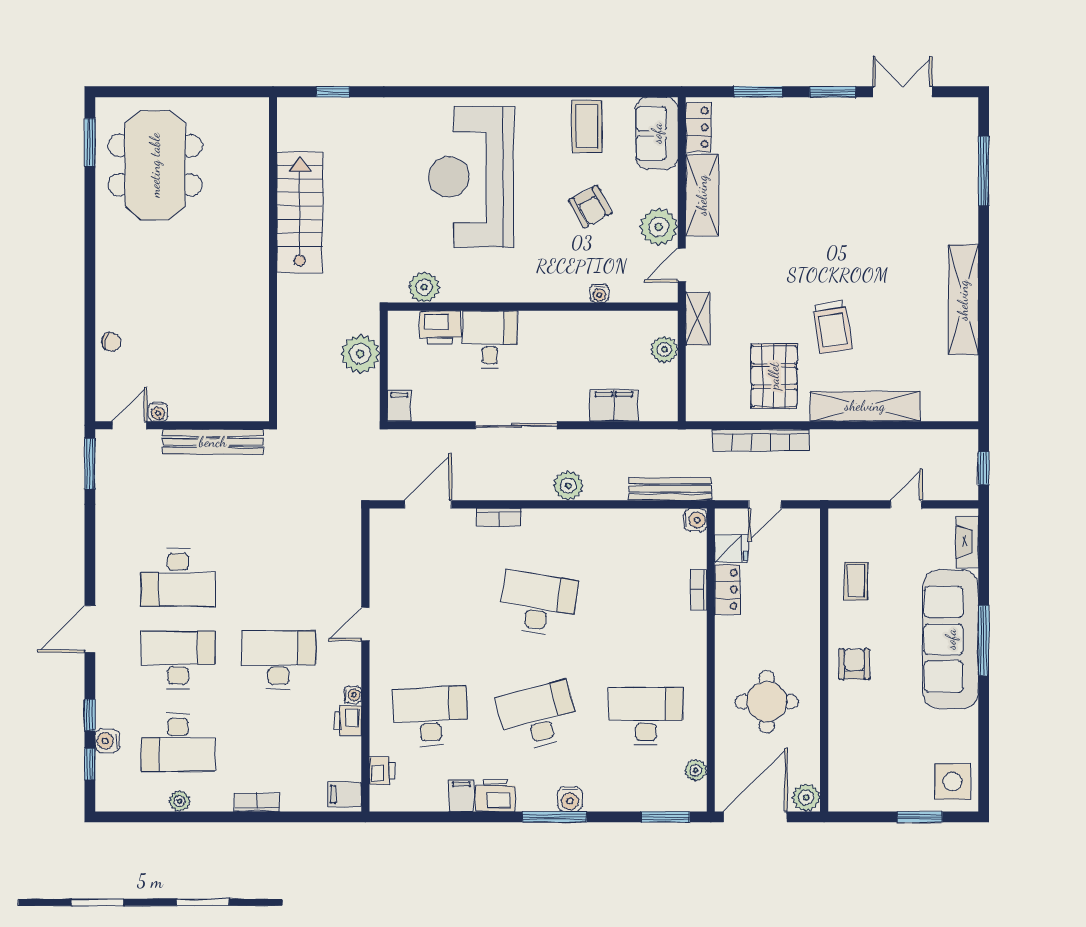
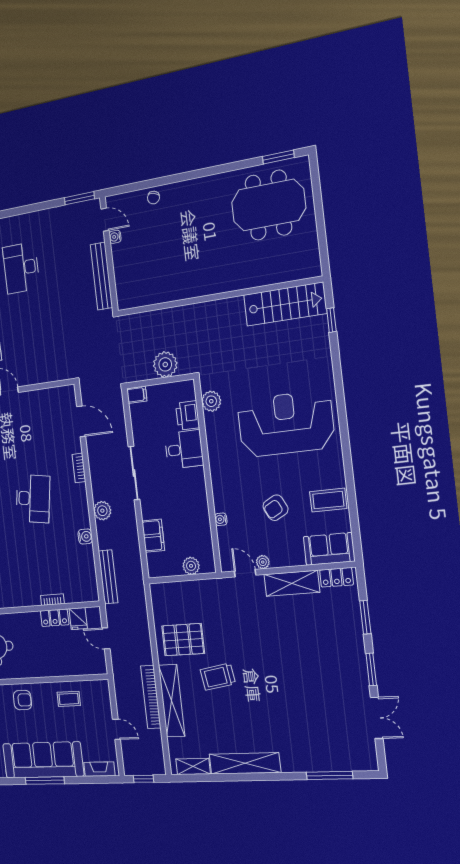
stairs: (300, 212) -> (285, 304), moved
plant: (659, 227) -> (263, 562), width x0.53, depth x0.53
shelving: (698, 319) -> (193, 766), moved
bookcase: (761, 440) -> (151, 697), moved
water cooler: (695, 520) -> (85, 536), moved, turned -90

